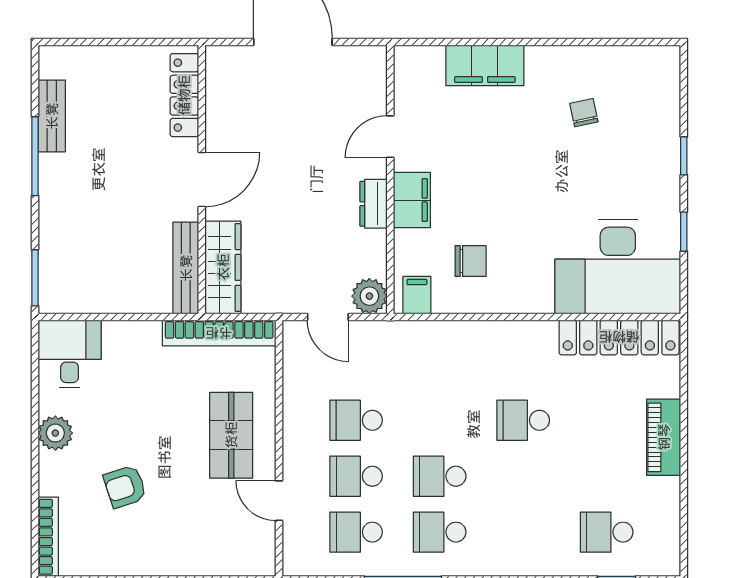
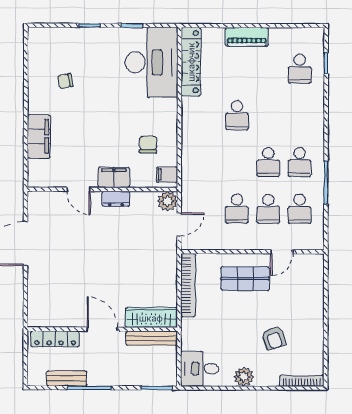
locker: (184, 95) -> (55, 339), moved
door: (202, 179) -> (102, 329), moved
wall: (202, 179) -> (102, 329), moved
wardrobe: (223, 267) -> (151, 318), moved
bench: (186, 268) -> (152, 338), moved

